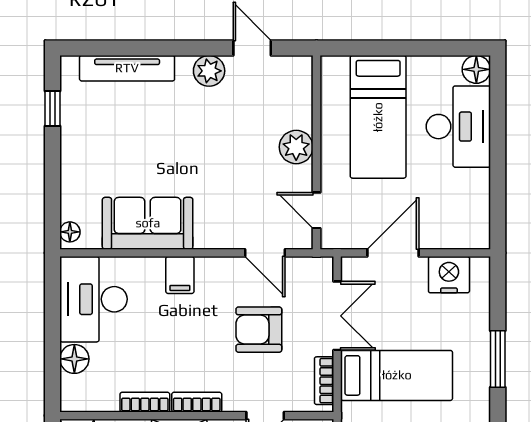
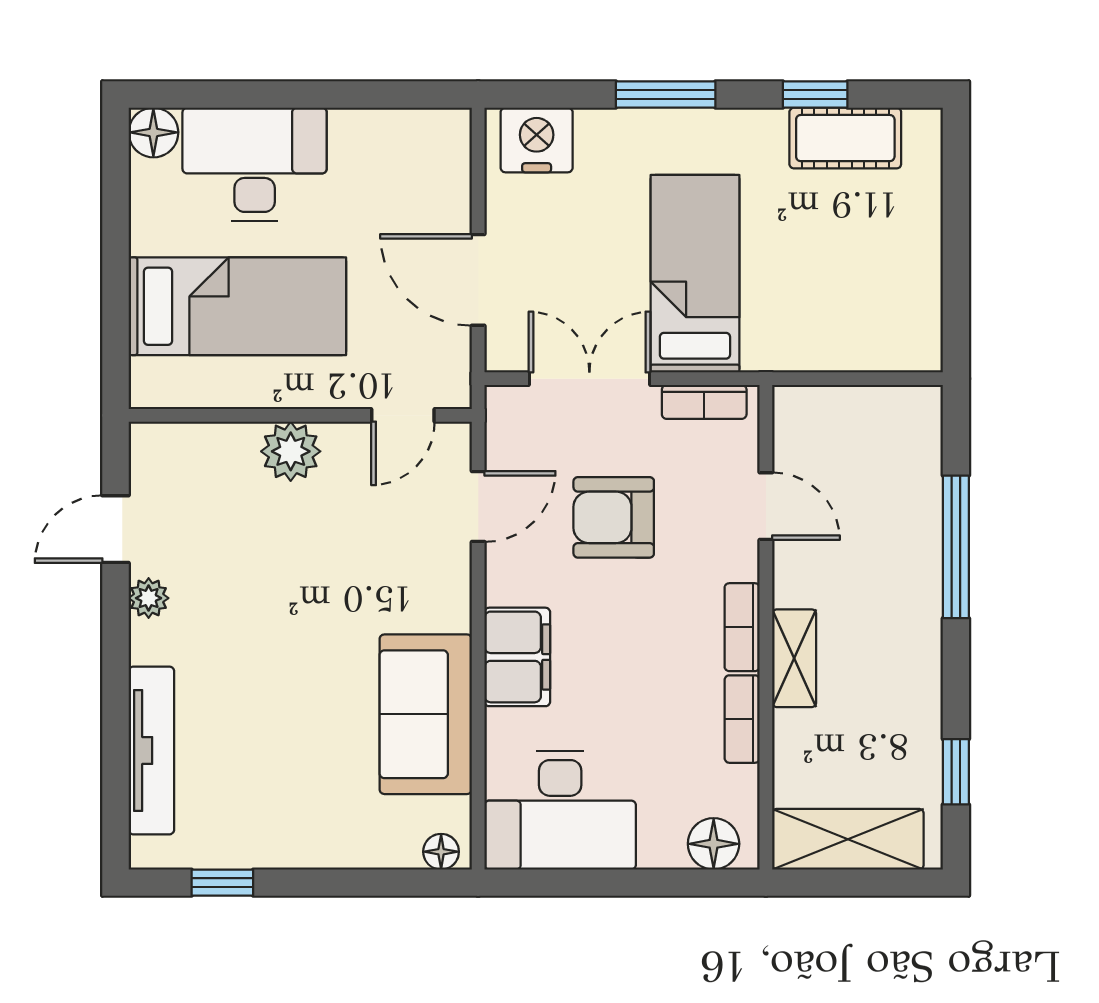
plant: (209, 71) -> (149, 598), width x0.73, depth x0.73
filing cabinet: (180, 275) -> (517, 657), width x2.00
nightstand: (449, 275) -> (537, 140), moved, turned 90
armchair: (259, 330) -> (614, 517), turned 90
floor lamp: (74, 359) -> (714, 844), moved

